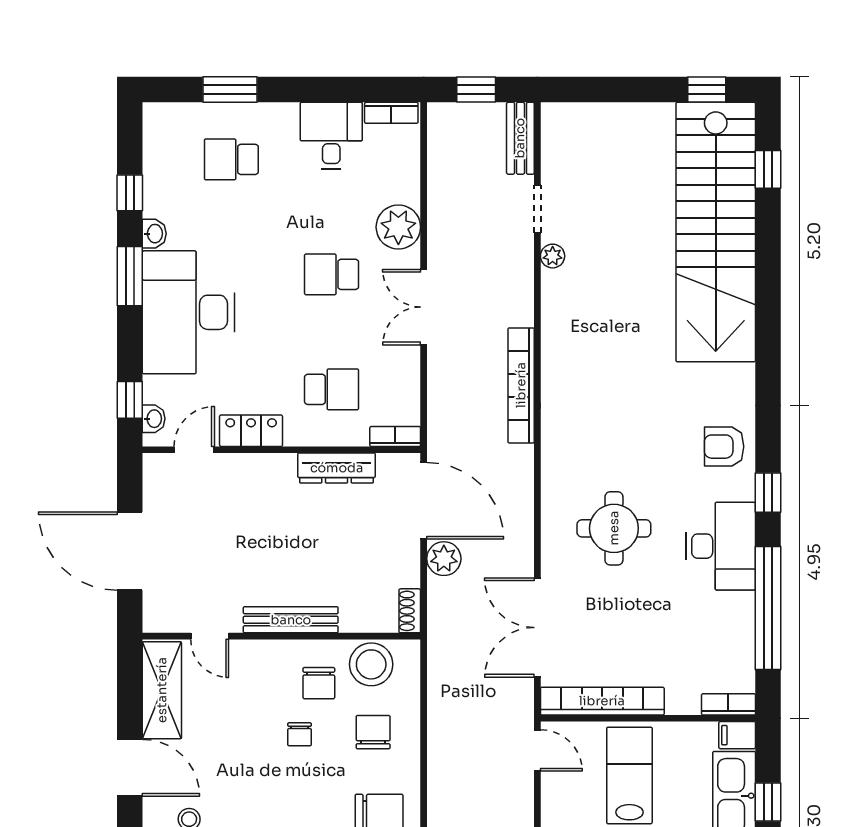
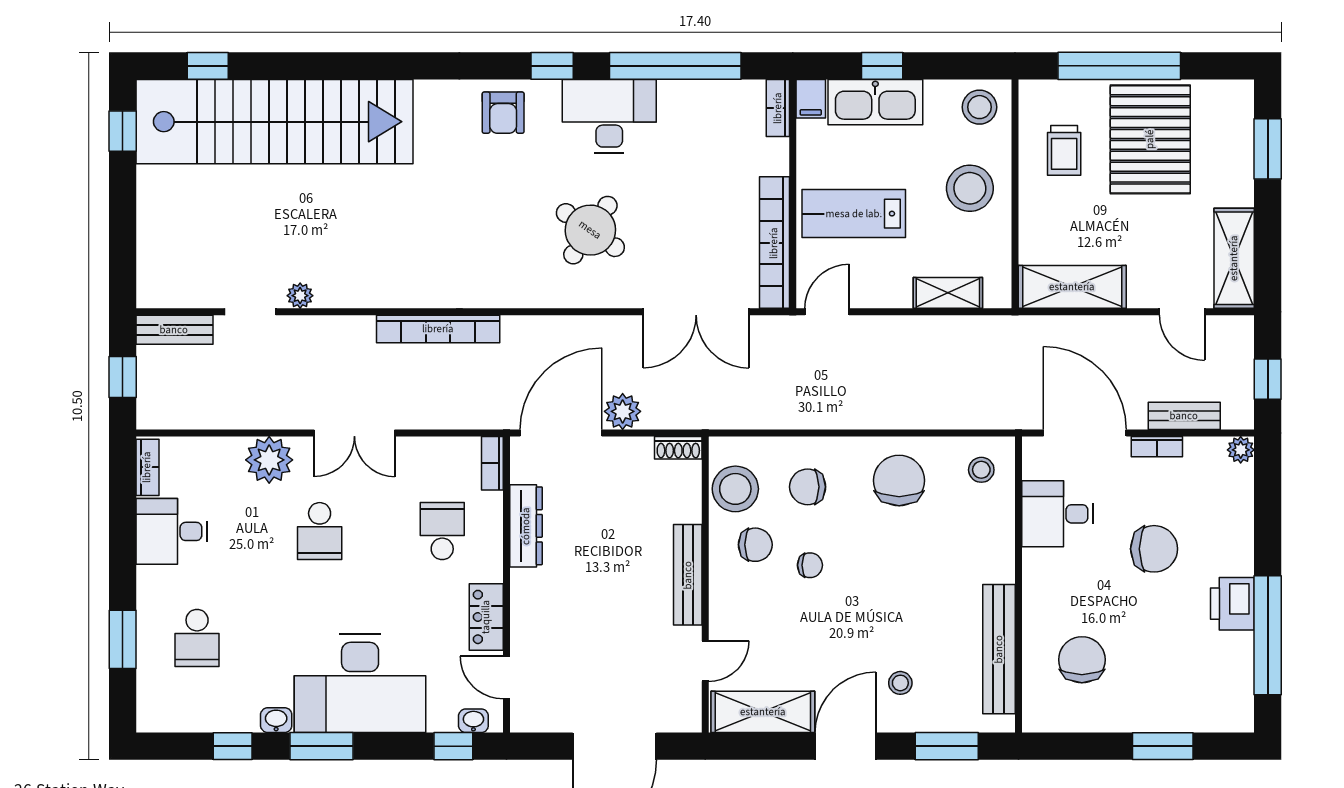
round table: (614, 528) -> (590, 230), turned 35

